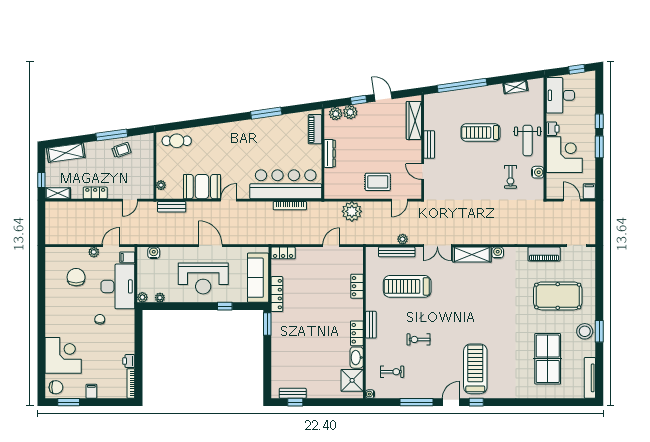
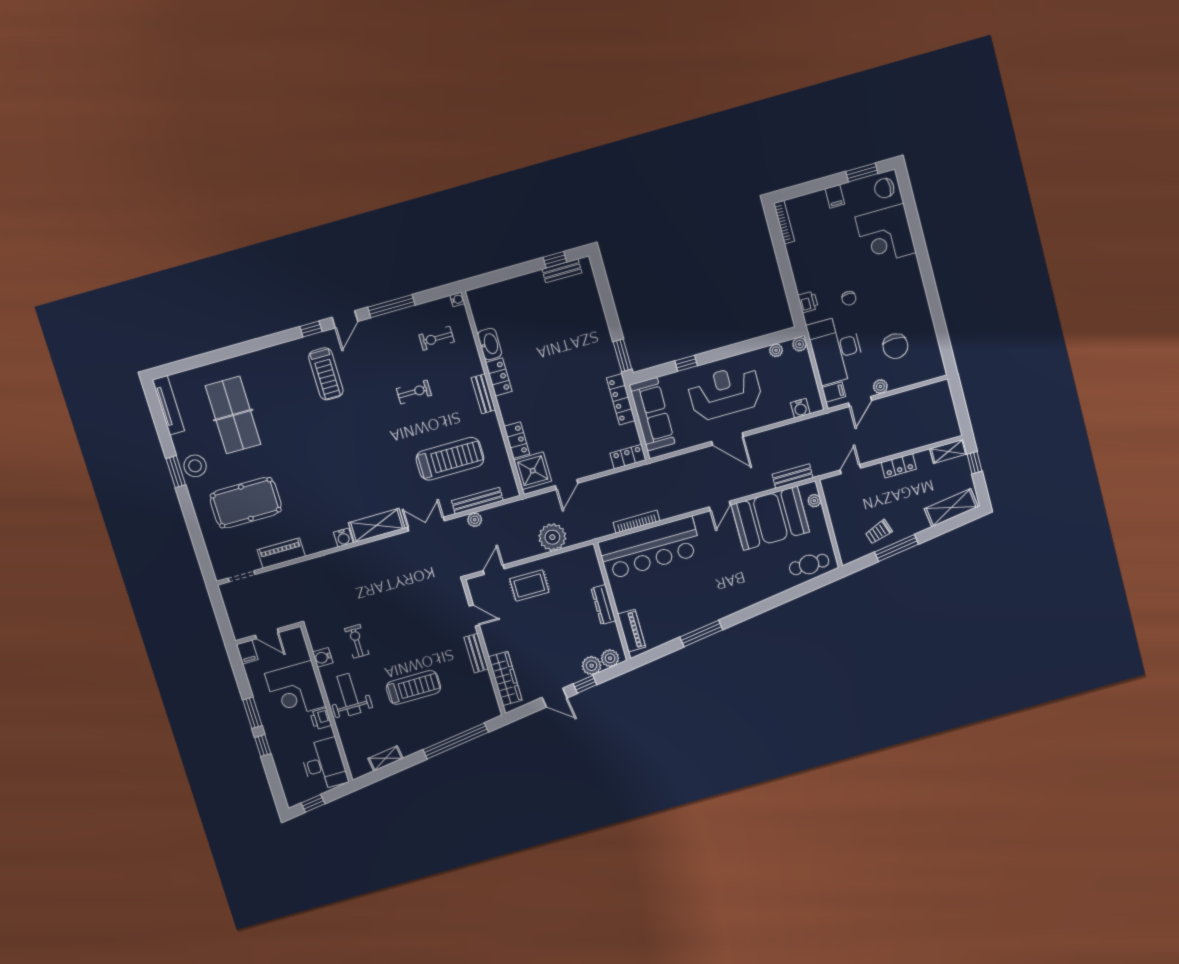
booth: (202, 187) -> (770, 518), width x1.36, depth x1.42
printer: (129, 361) -> (808, 302), moved
treadmill: (475, 369) -> (326, 374), width x0.73, depth x0.73
shower: (352, 380) -> (533, 471), moved

